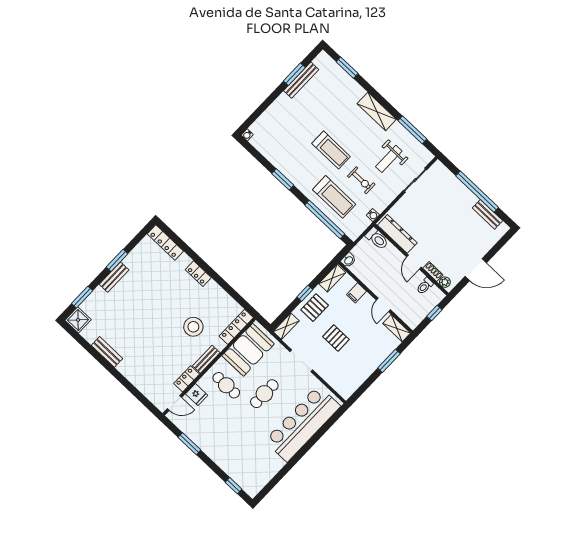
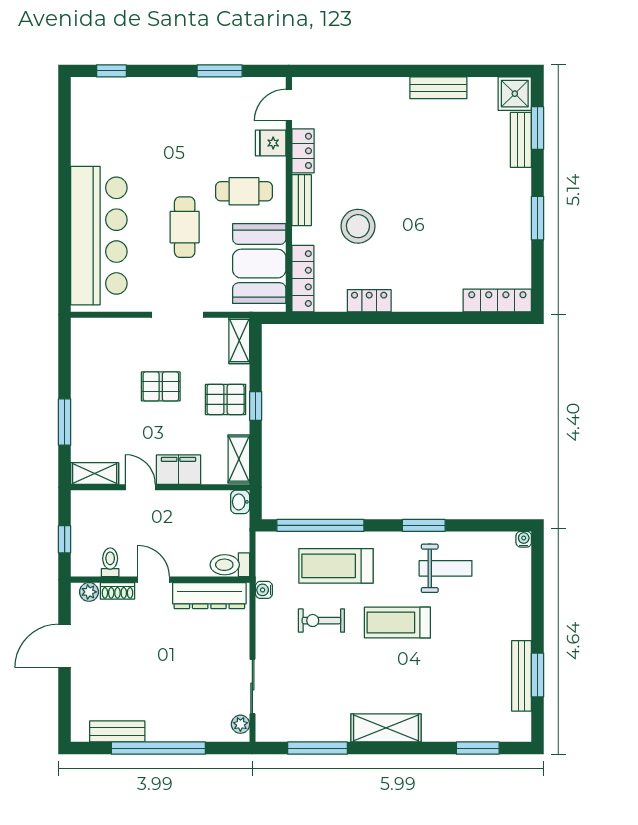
weight bench: (389, 159) -> (446, 568), moved, turned 90
plant: (435, 169) -> (240, 724), added
locker: (198, 274) -> (369, 301), moved
bench: (114, 277) -> (521, 140), moved
filing cabinet: (356, 293) -> (178, 470), width x2.00
pallet: (315, 308) -> (226, 399), turned 90

